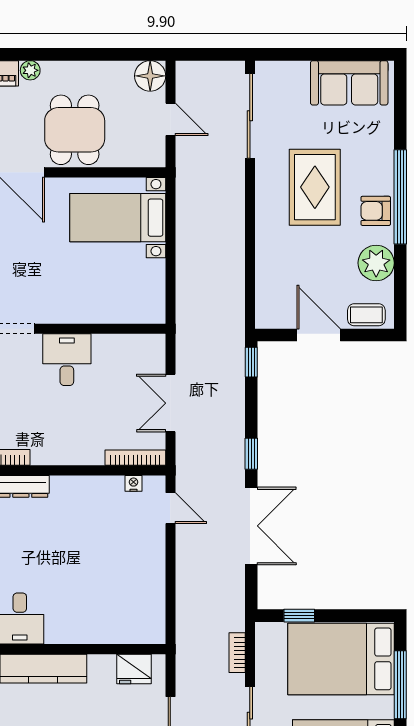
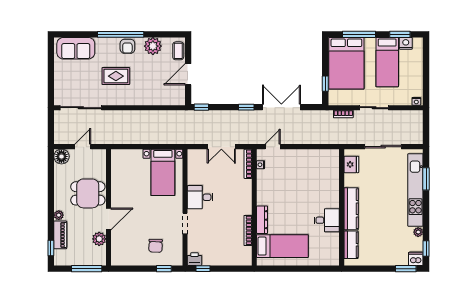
sofa: (349, 83) -> (76, 48), moved, turned 90
rug: (315, 187) -> (116, 76), width x0.73, depth x0.70
bed with nightstands: (118, 218) -> (163, 172), moved

